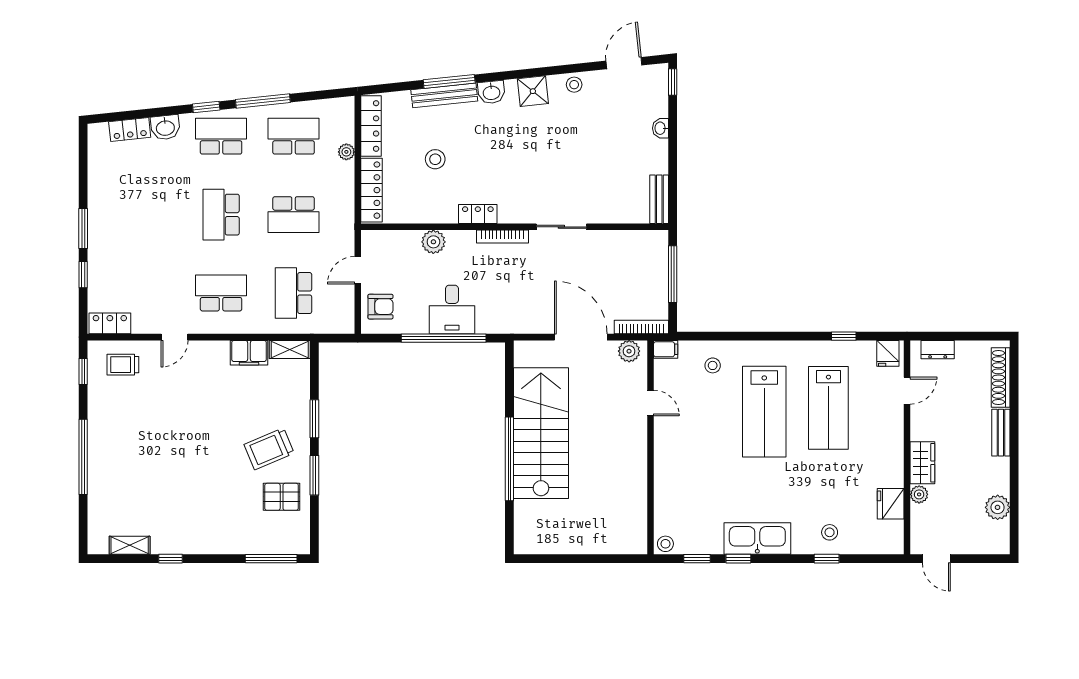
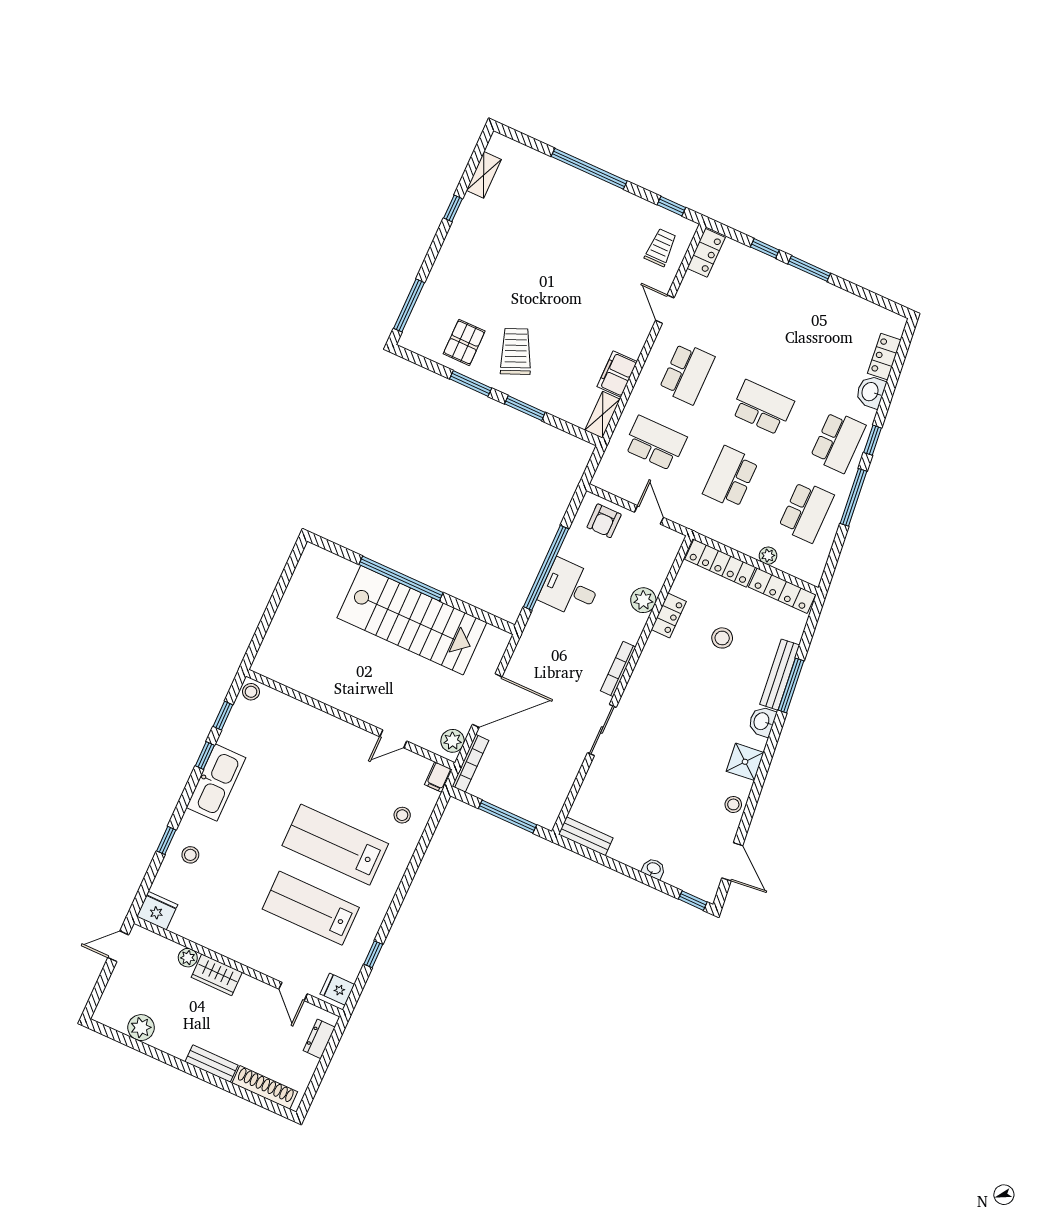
locker: (478, 214) -> (669, 615), moved
fridge: (891, 504) -> (157, 911), moved

